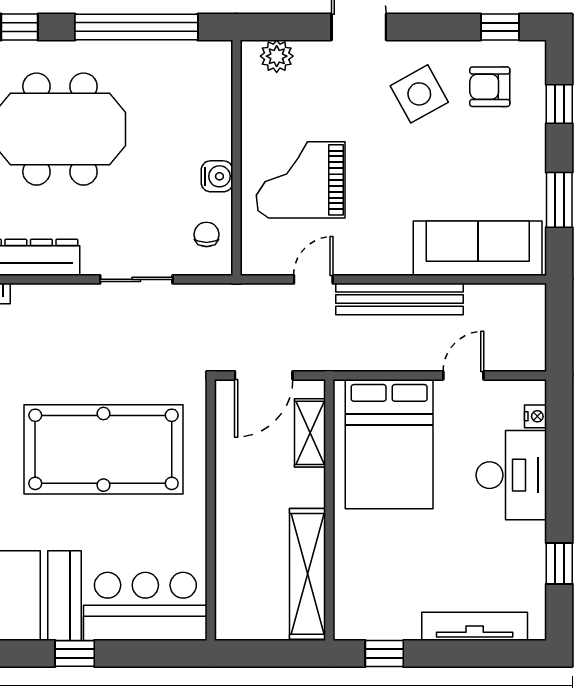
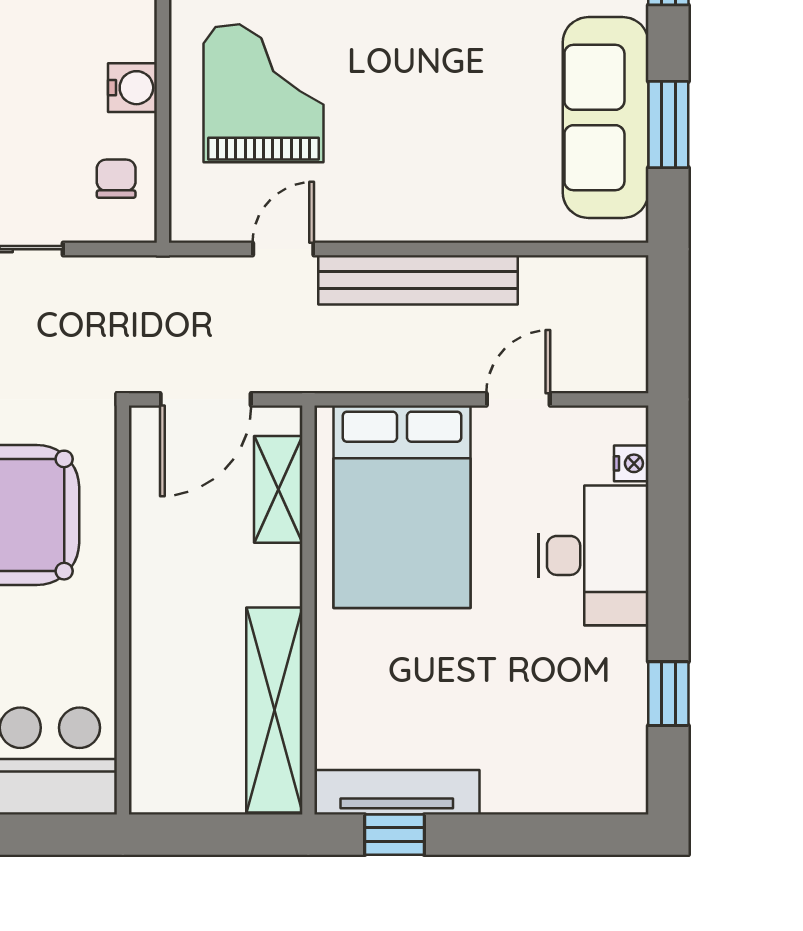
grand piano: (301, 180) -> (263, 93), turned 90
sofa: (478, 248) -> (606, 118), moved, turned -90
tv unit: (475, 626) -> (397, 792), moved

